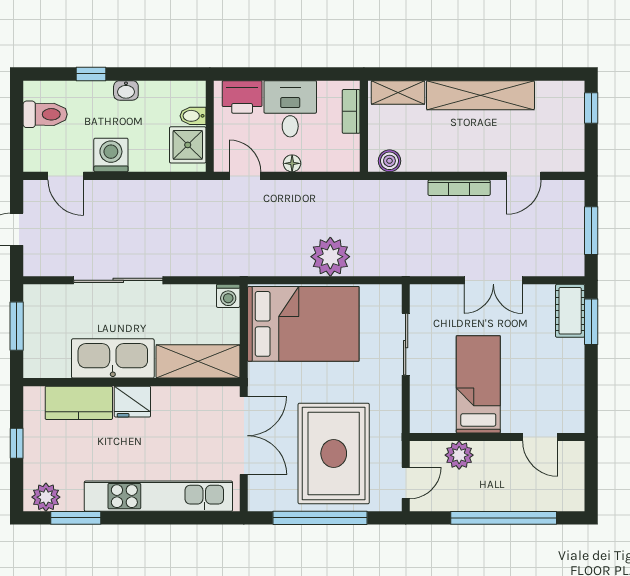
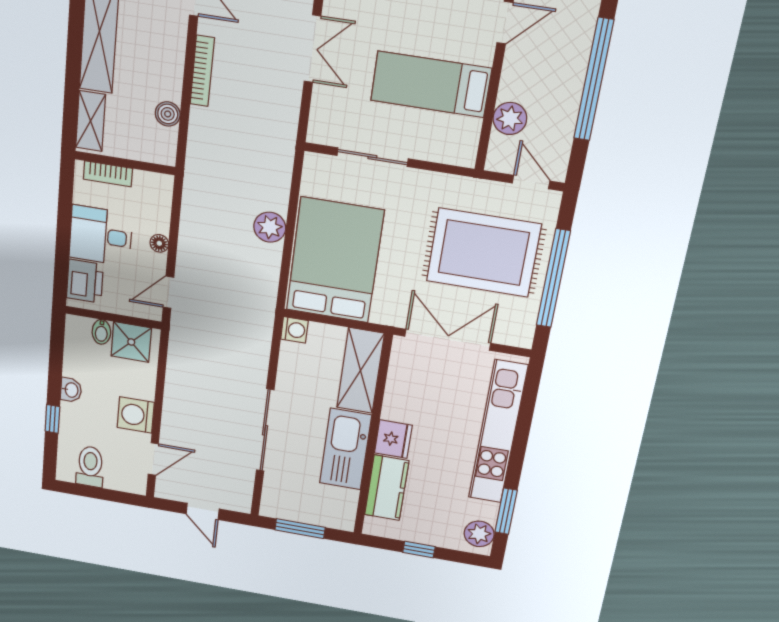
boiler: (389, 161) -> (168, 114), moved
plant: (330, 257) -> (270, 227), width x0.73, depth x0.73

